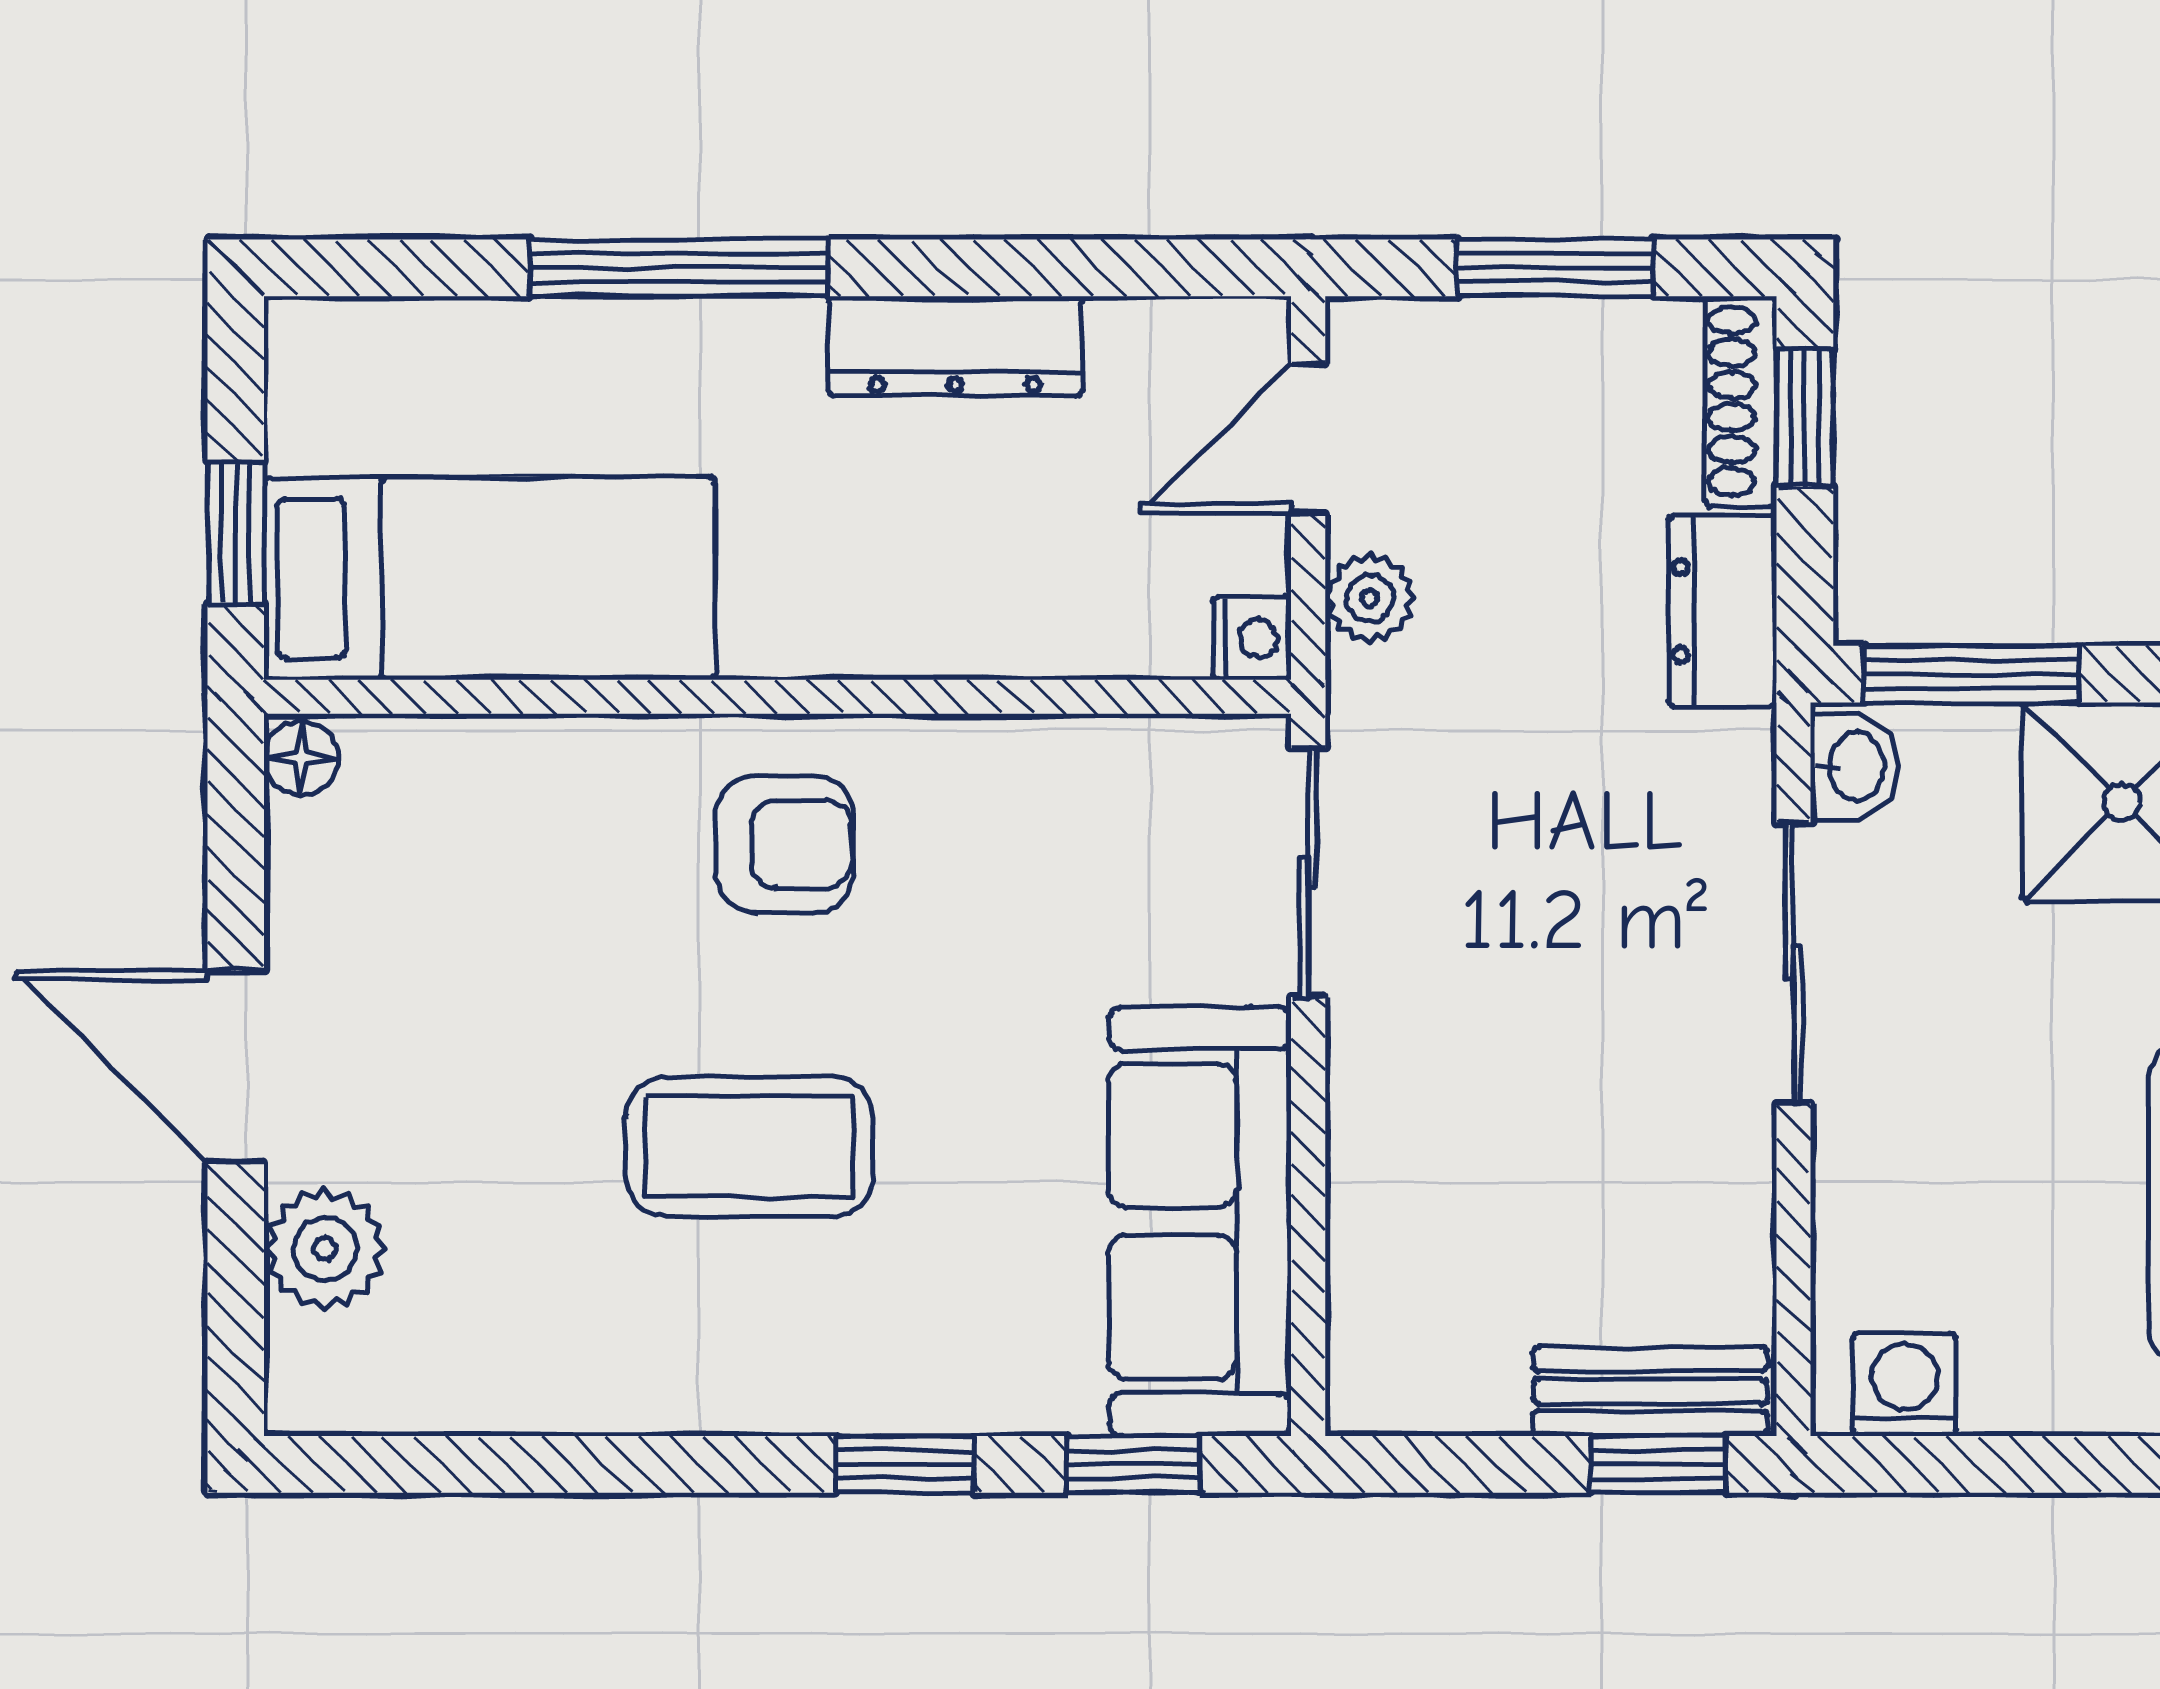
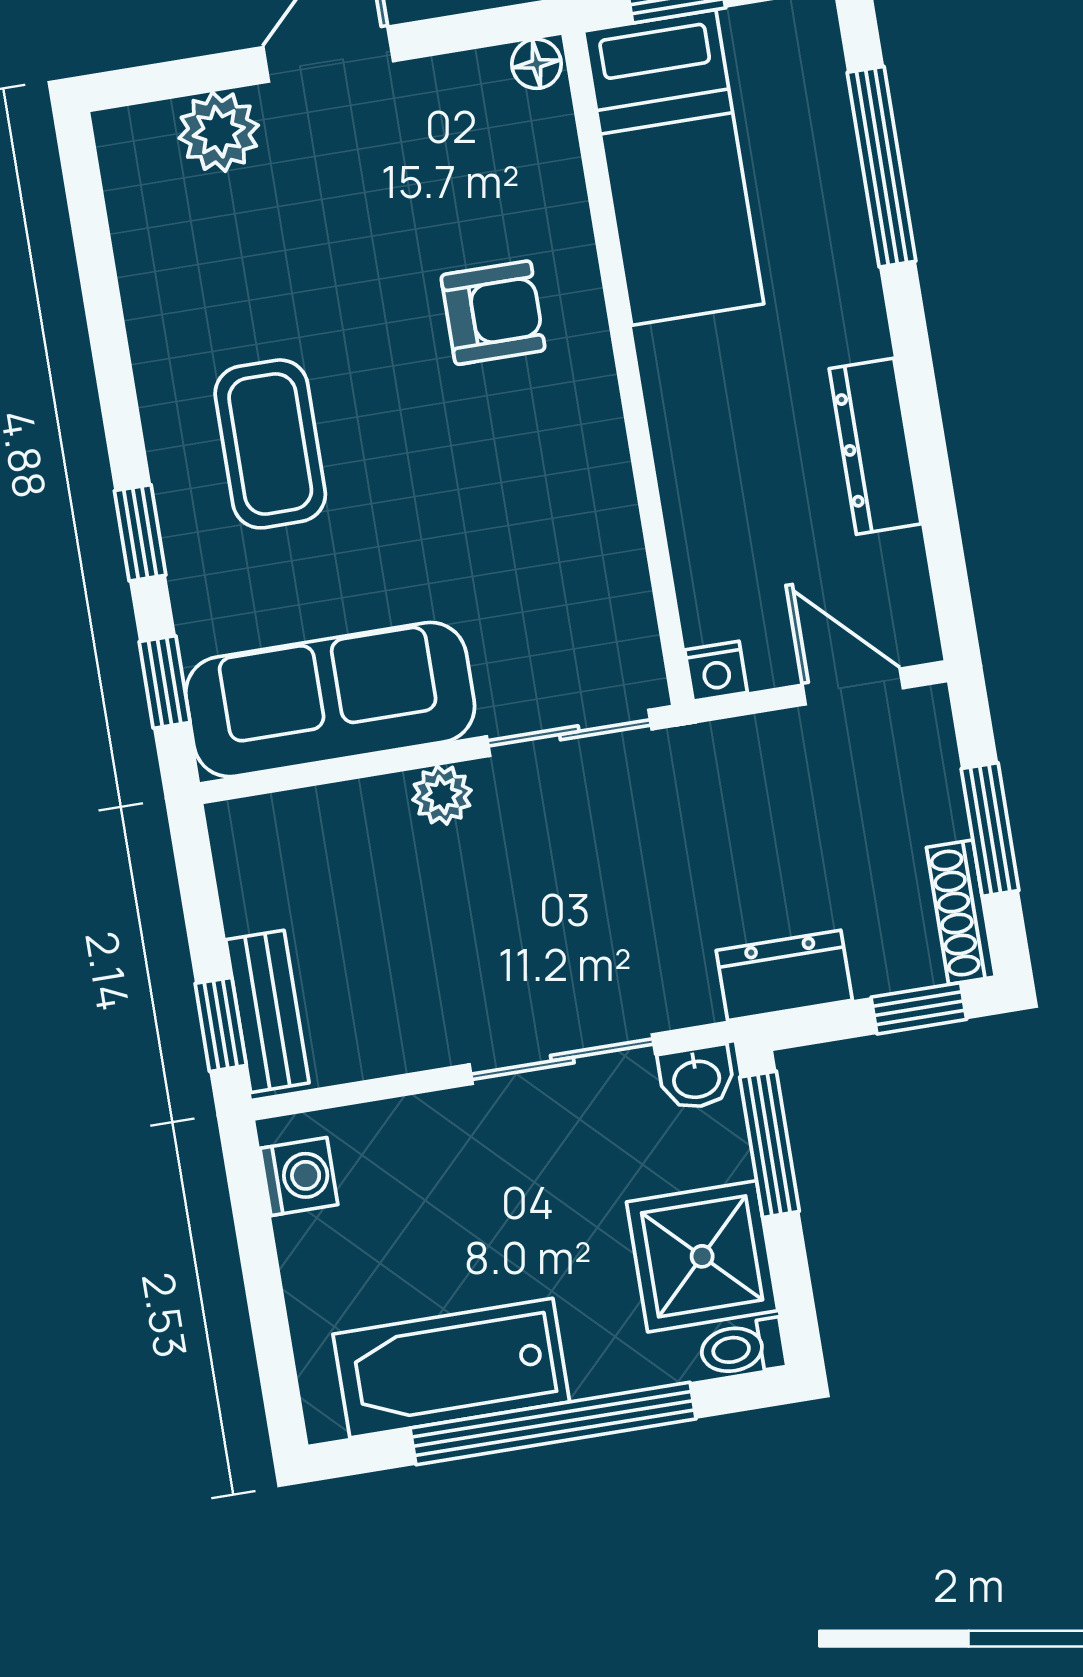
window: (679, 268) -> (882, 167), moved
shoe rack: (1741, 401) -> (961, 912), moved, turned -90
plant: (1370, 598) -> (442, 795), moved
armchair: (785, 844) -> (493, 313), moved, turned -90
coffee table: (749, 1147) -> (270, 444), moved

